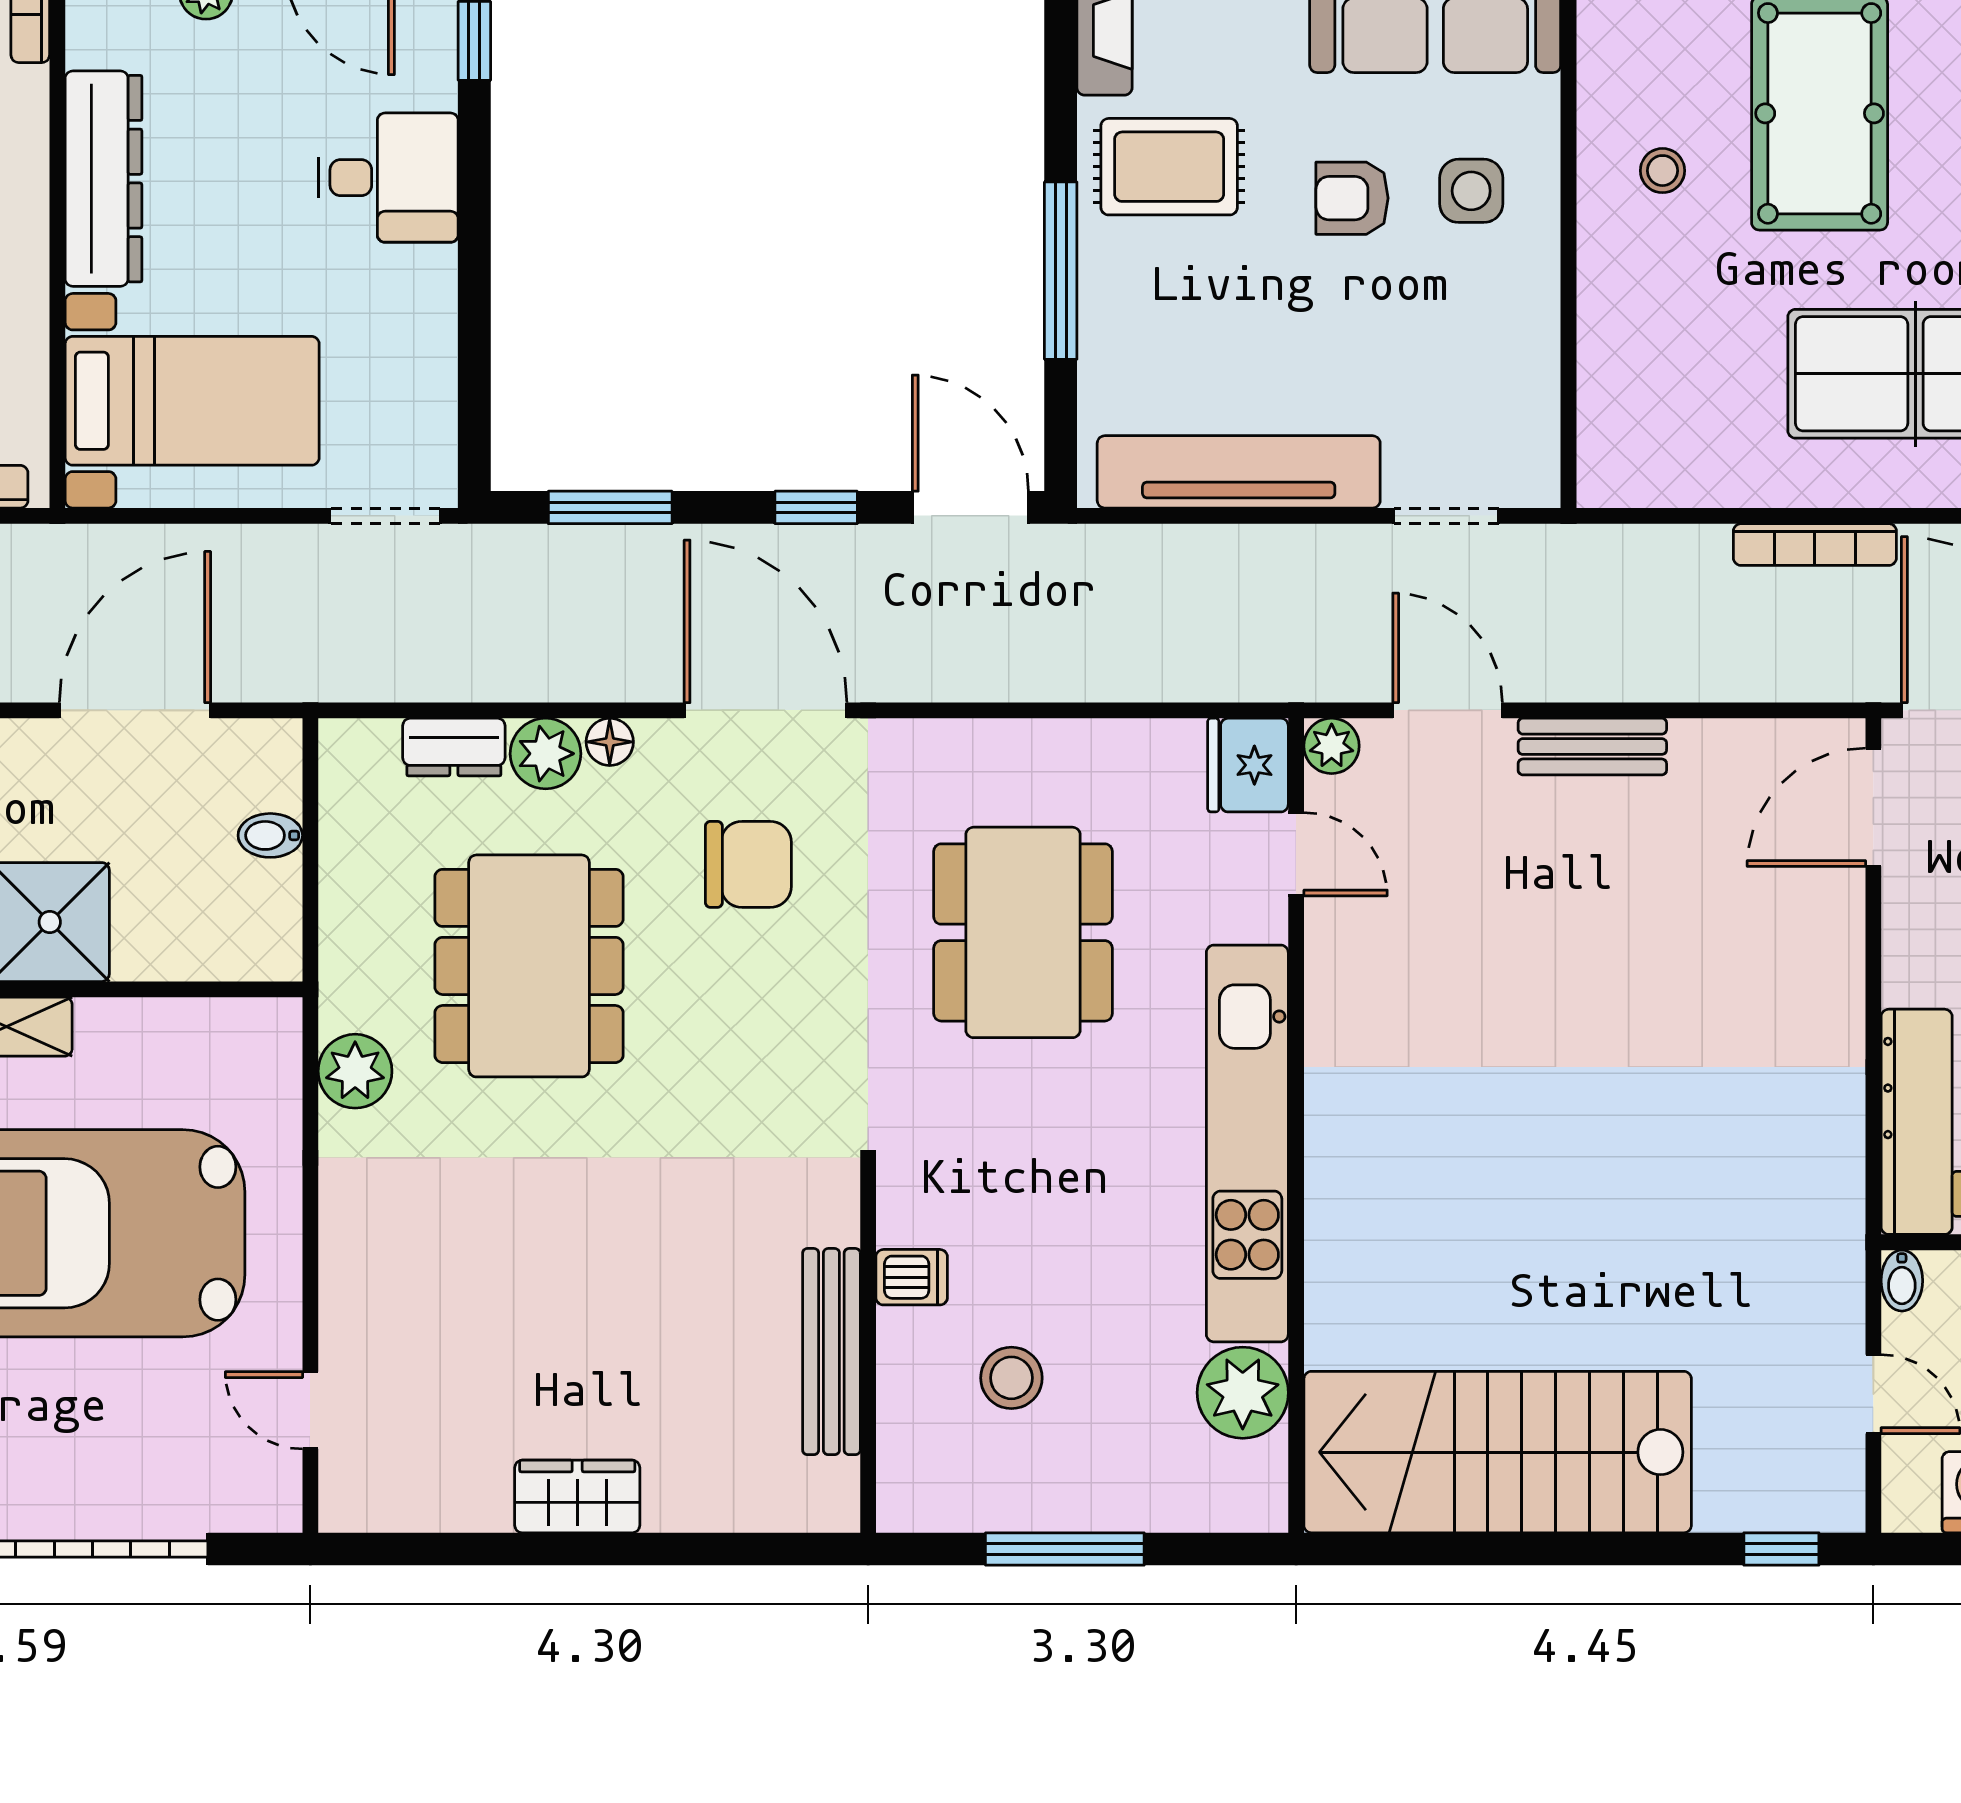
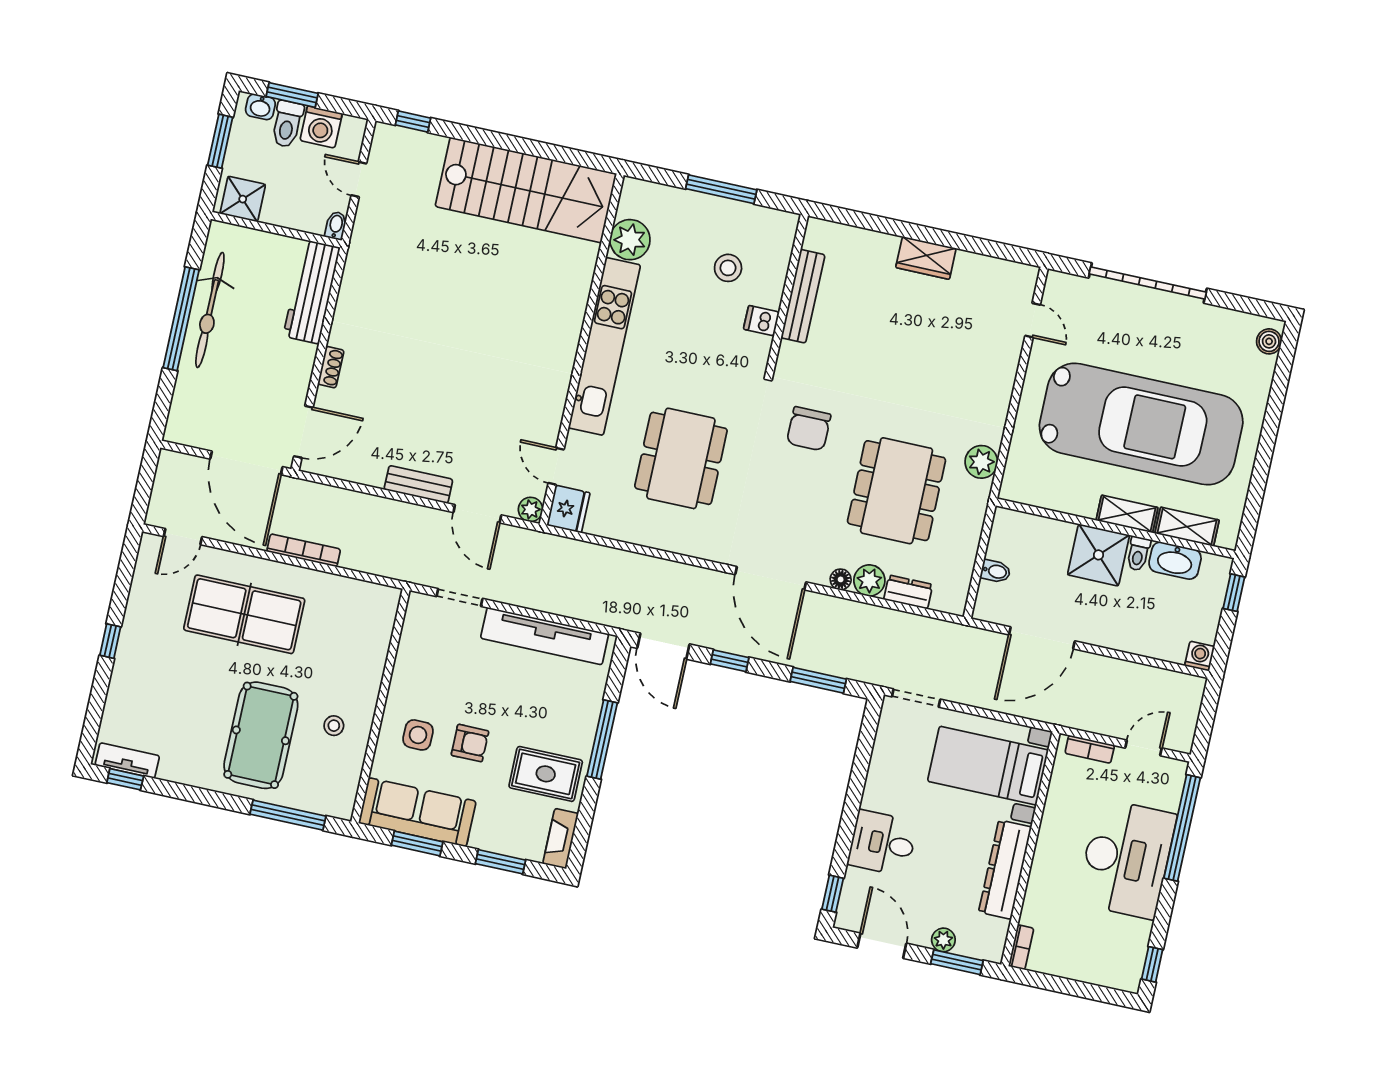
chair: (748, 864) -> (809, 429), moved, turned -90
shoe rack: (1844, 964) -> (331, 367), added

